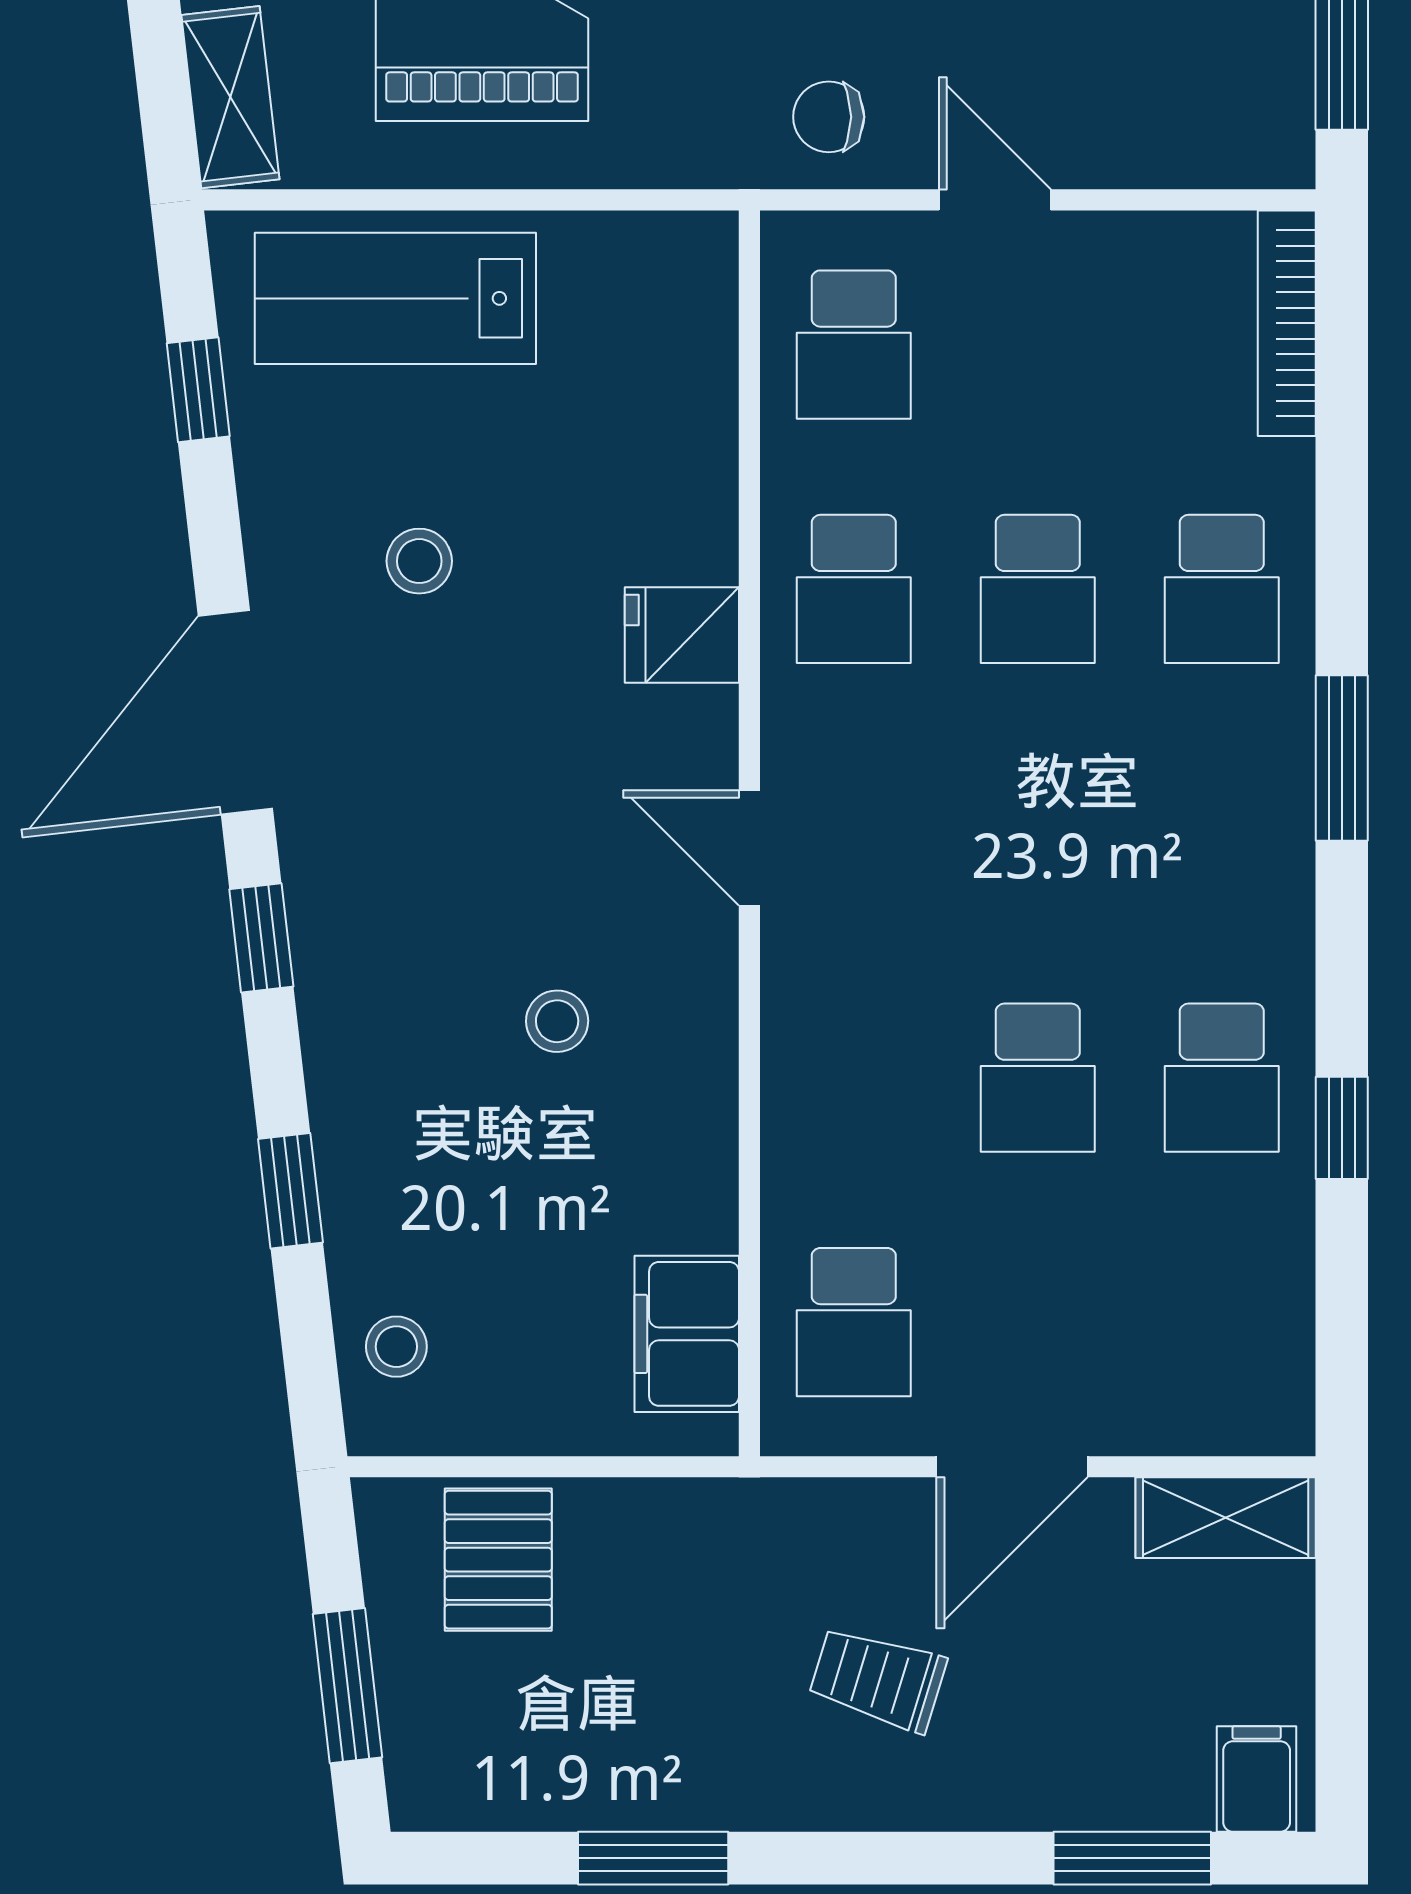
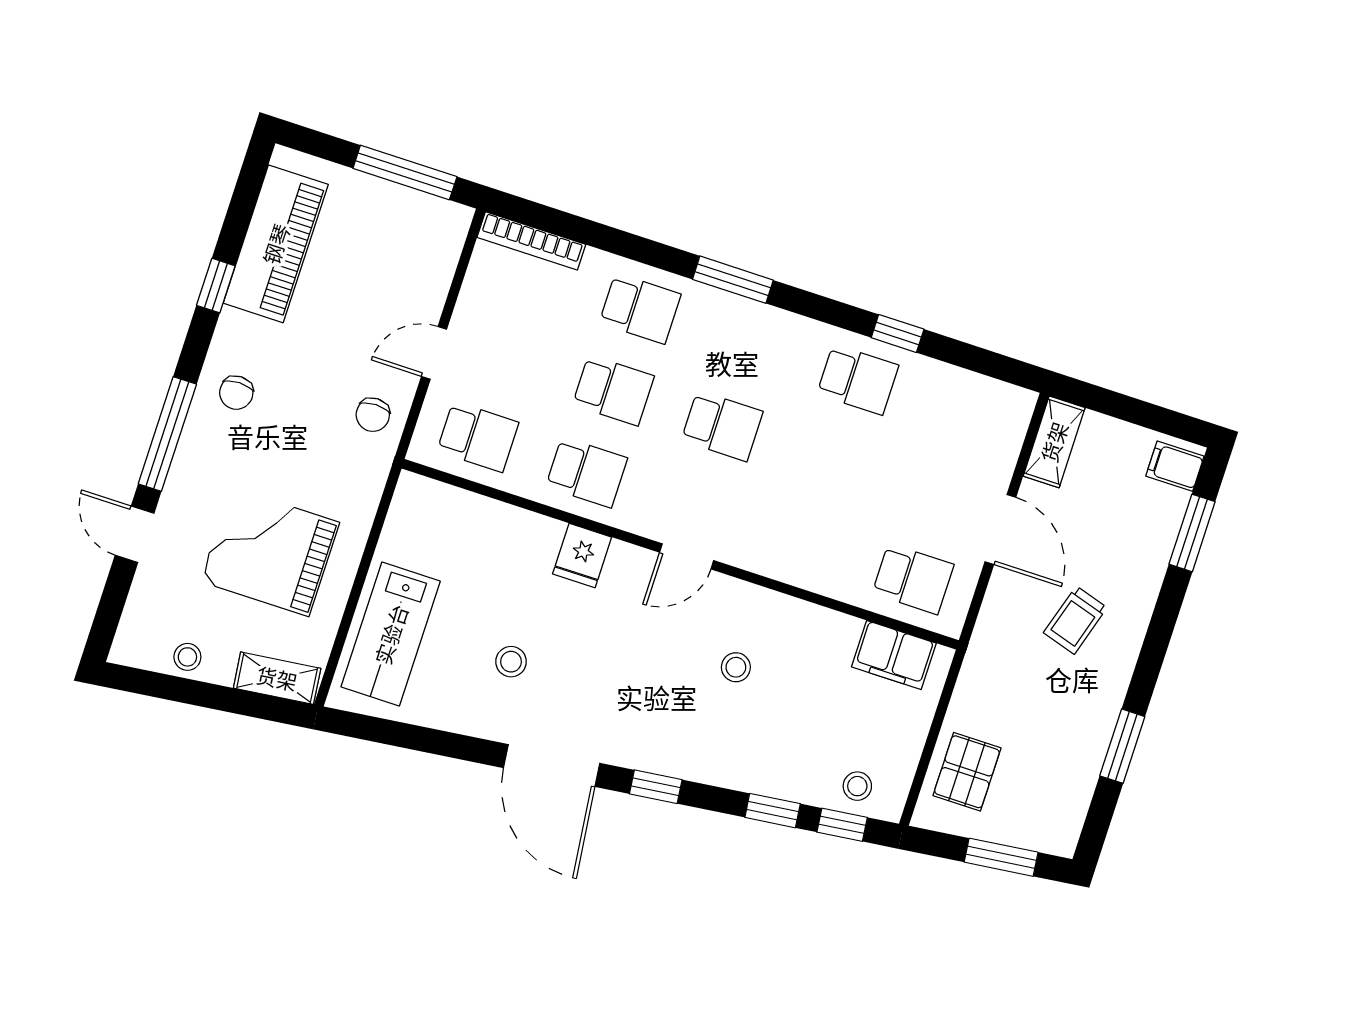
window: (198, 390) -> (842, 825), moved
school desk: (1038, 1078) -> (722, 426), moved
pallet: (498, 1560) -> (967, 772), turned 90

